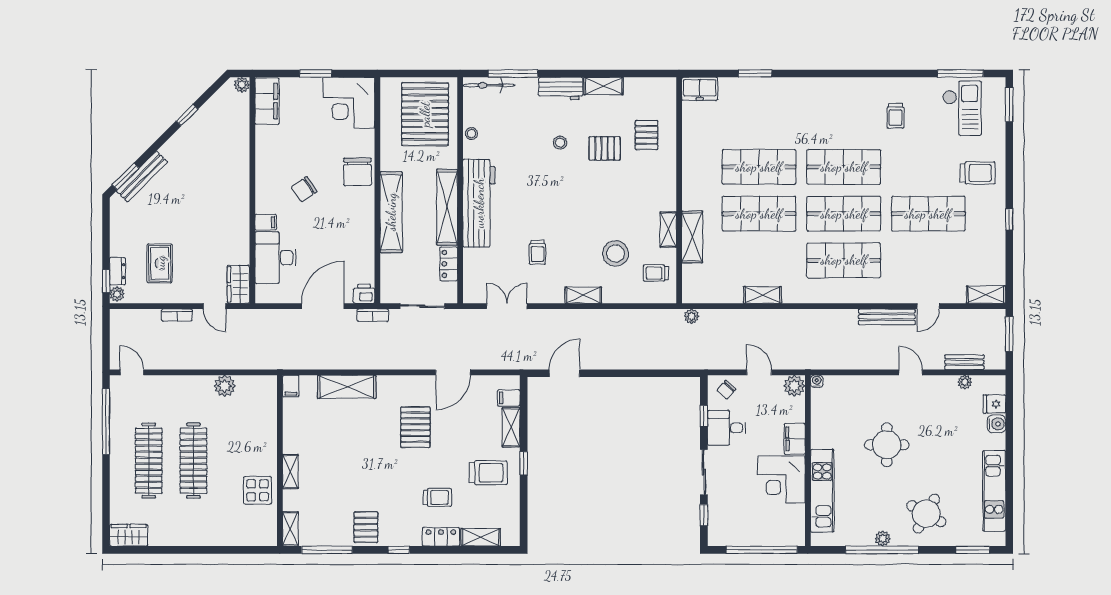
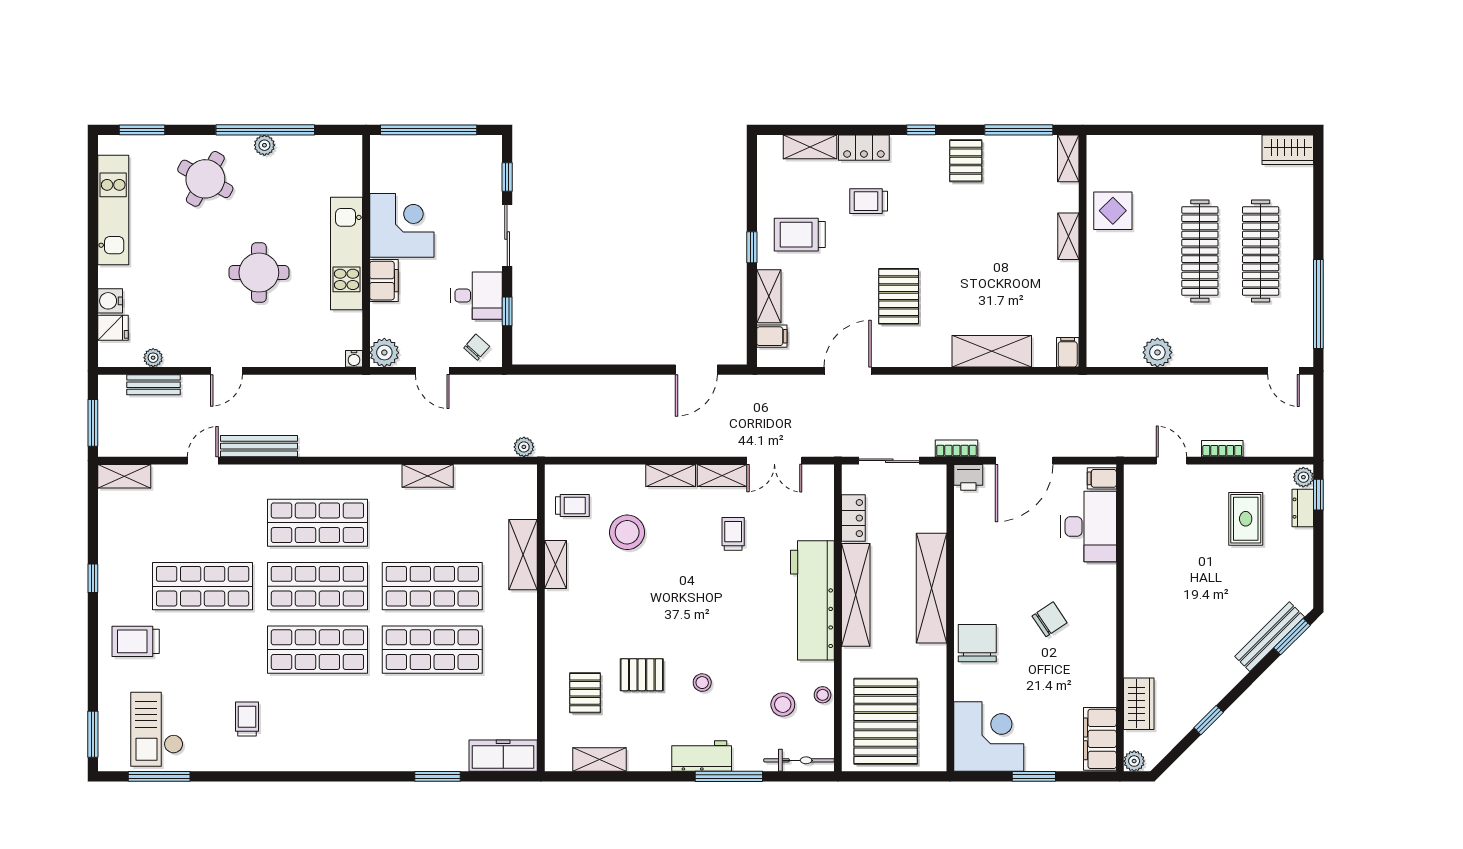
window: (513, 73) -> (729, 776), moved
shelving: (604, 86) -> (600, 759), moved
freezer: (700, 89) -> (503, 756), width x1.40
stool: (501, 126) -> (783, 704), added
filing cabinet: (266, 222) -> (1102, 478), moved
wardrobe: (238, 284) -> (1139, 704), moved
shelving: (545, 295) -> (722, 476), added
door: (911, 372) -> (226, 371), hinge flipped
kitchen unit: (822, 491) -> (346, 253), moved

